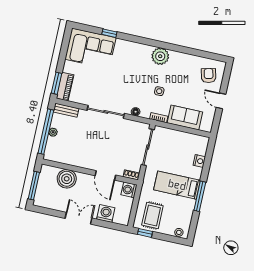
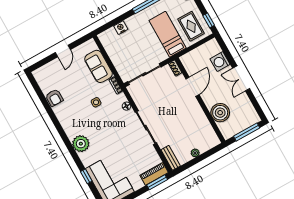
plant: (160, 56) -> (81, 144), moved
armchair: (209, 76) -> (54, 98), moved, turned -76
window: (46, 132) -> (199, 159), removed
bed: (177, 185) -> (168, 34), moved, turned 180
washing machine: (129, 190) -> (188, 60), removed
rug: (152, 215) -> (191, 26), turned 90

